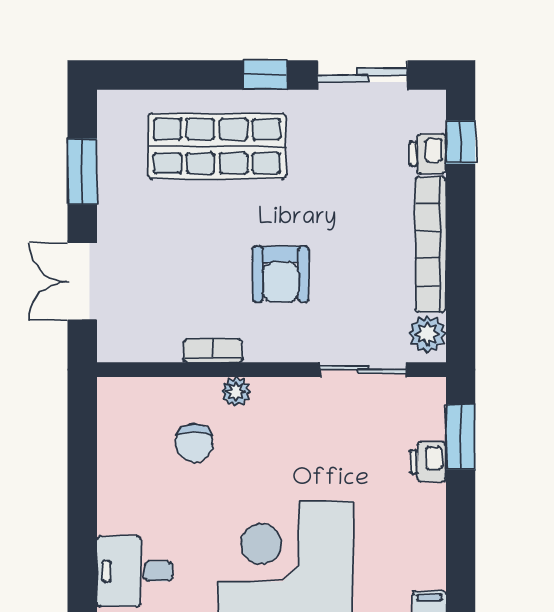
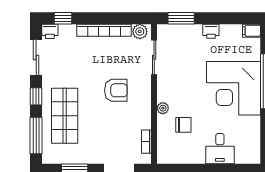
window: (168, 75) -> (36, 136), added
printer: (428, 154) -> (50, 31), moved
bookcase: (213, 351) -> (146, 142), moved
printer: (428, 462) -> (211, 31), moved
desk: (135, 571) -> (220, 149), moved

